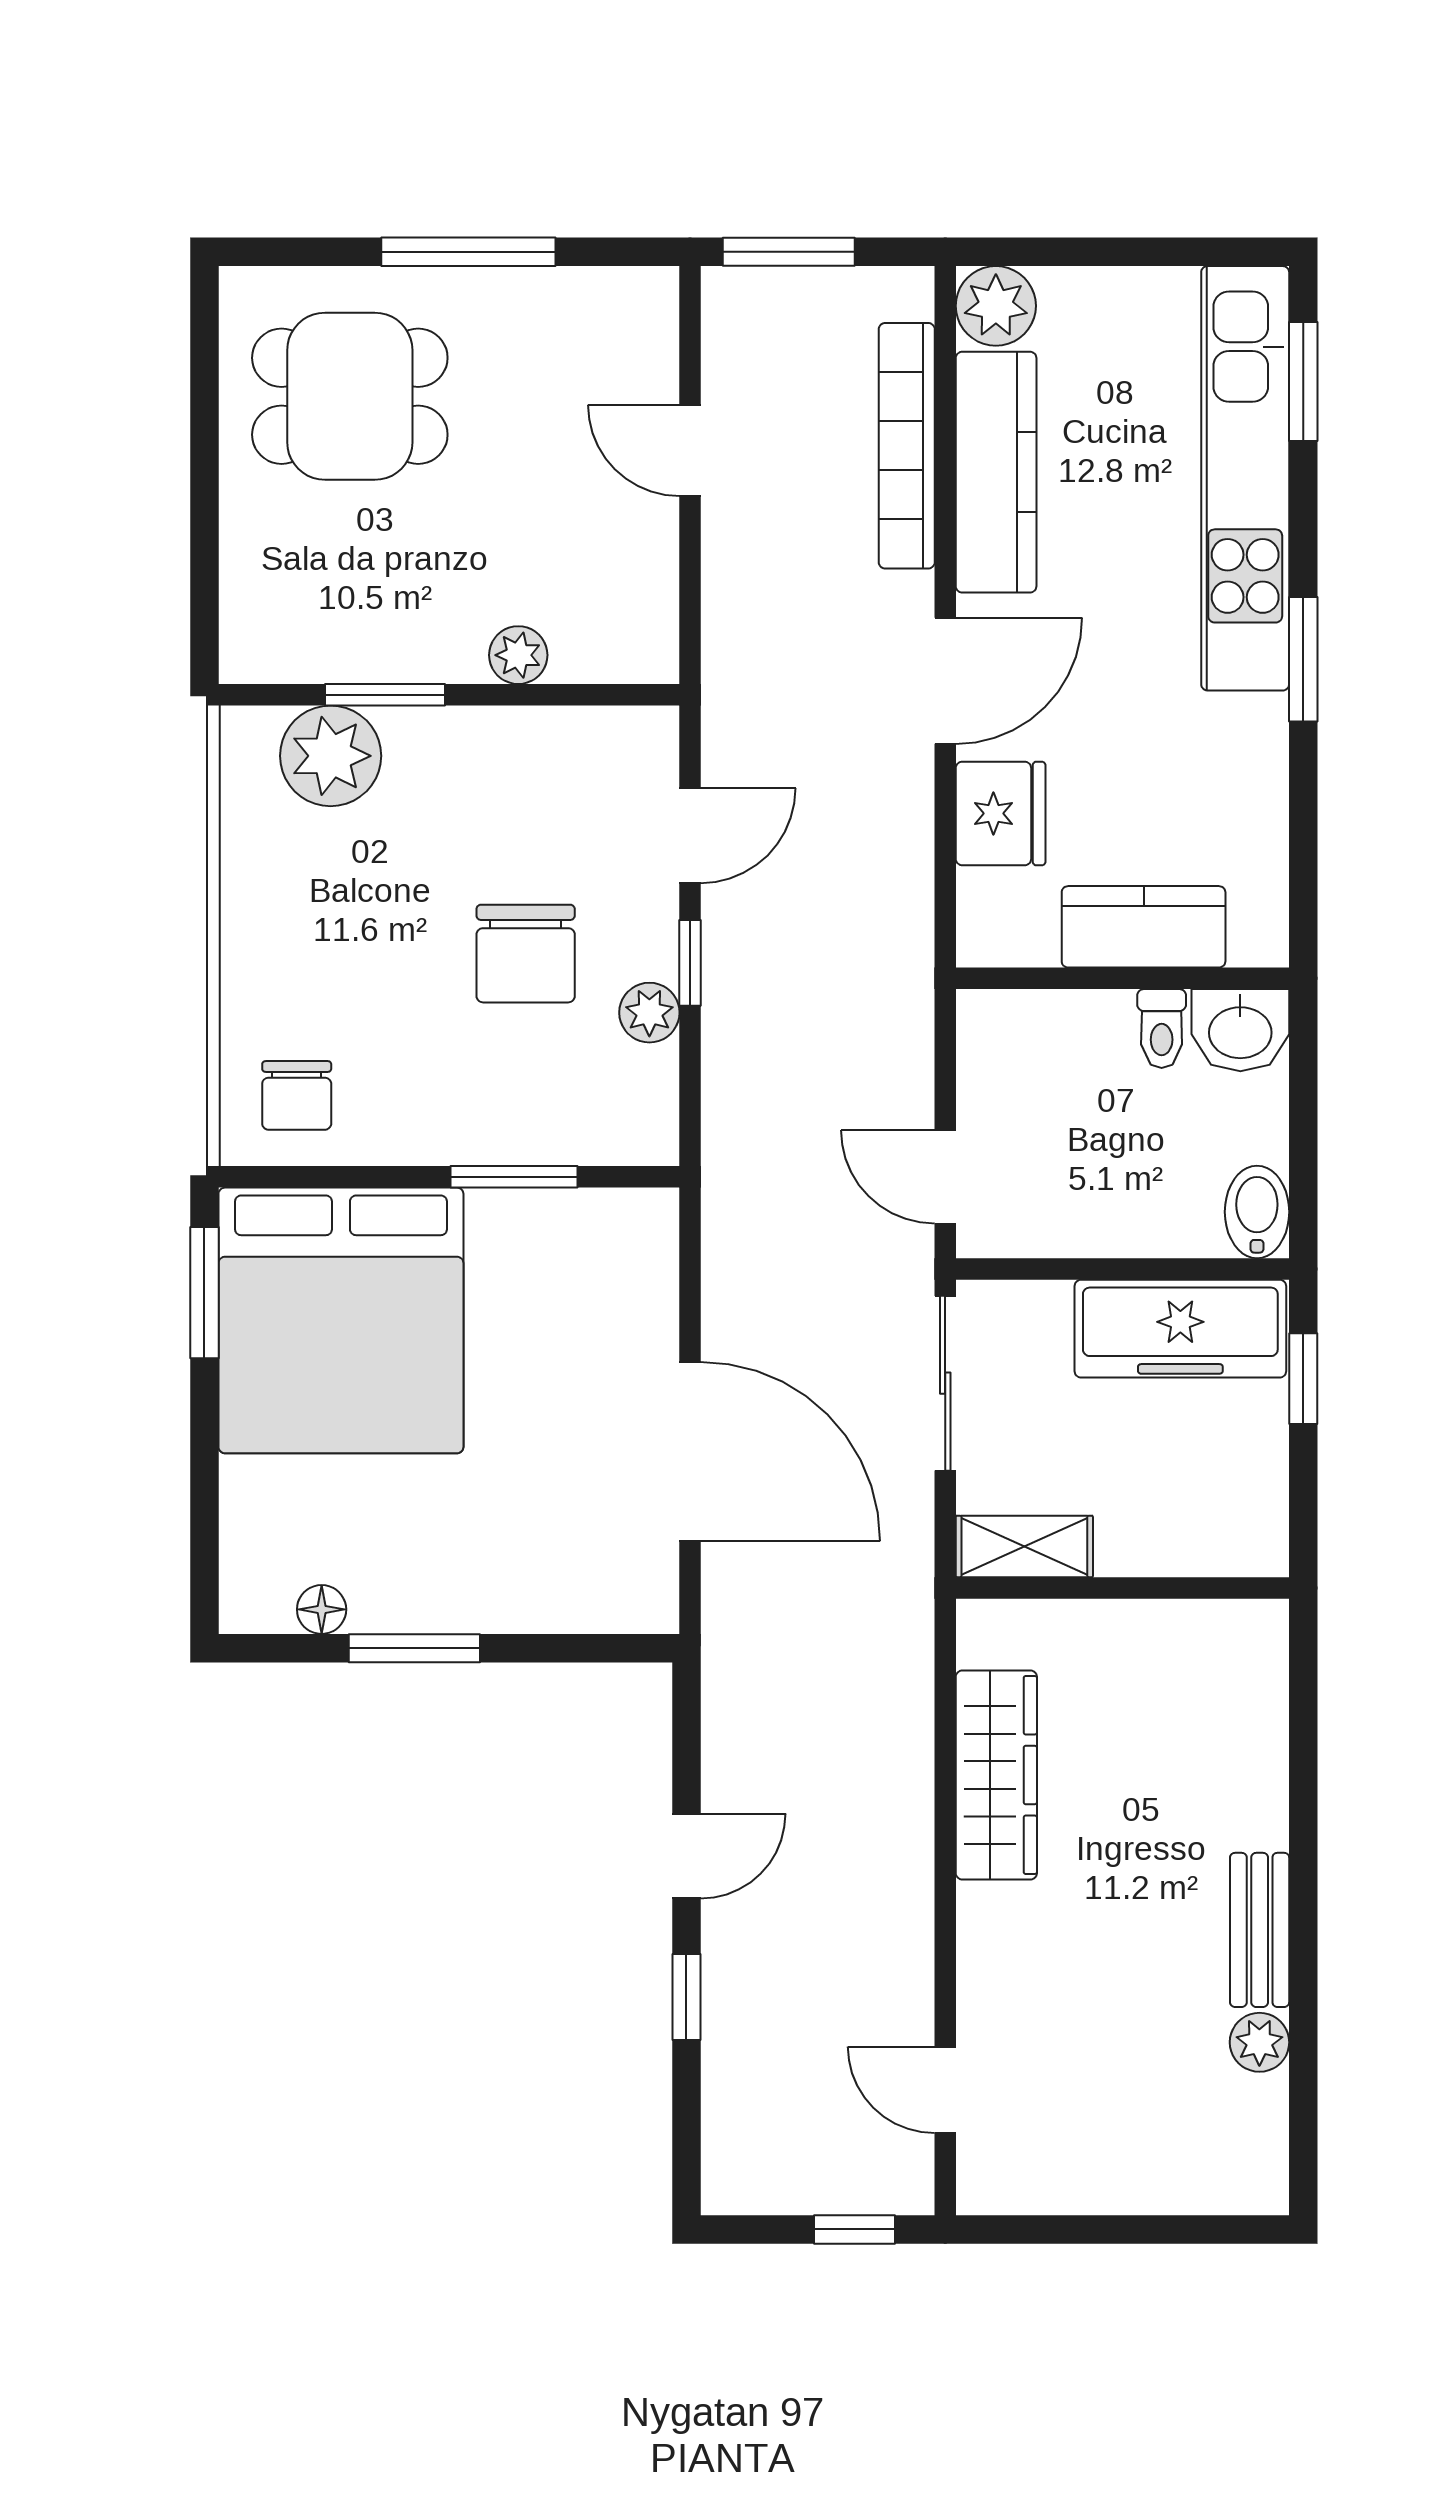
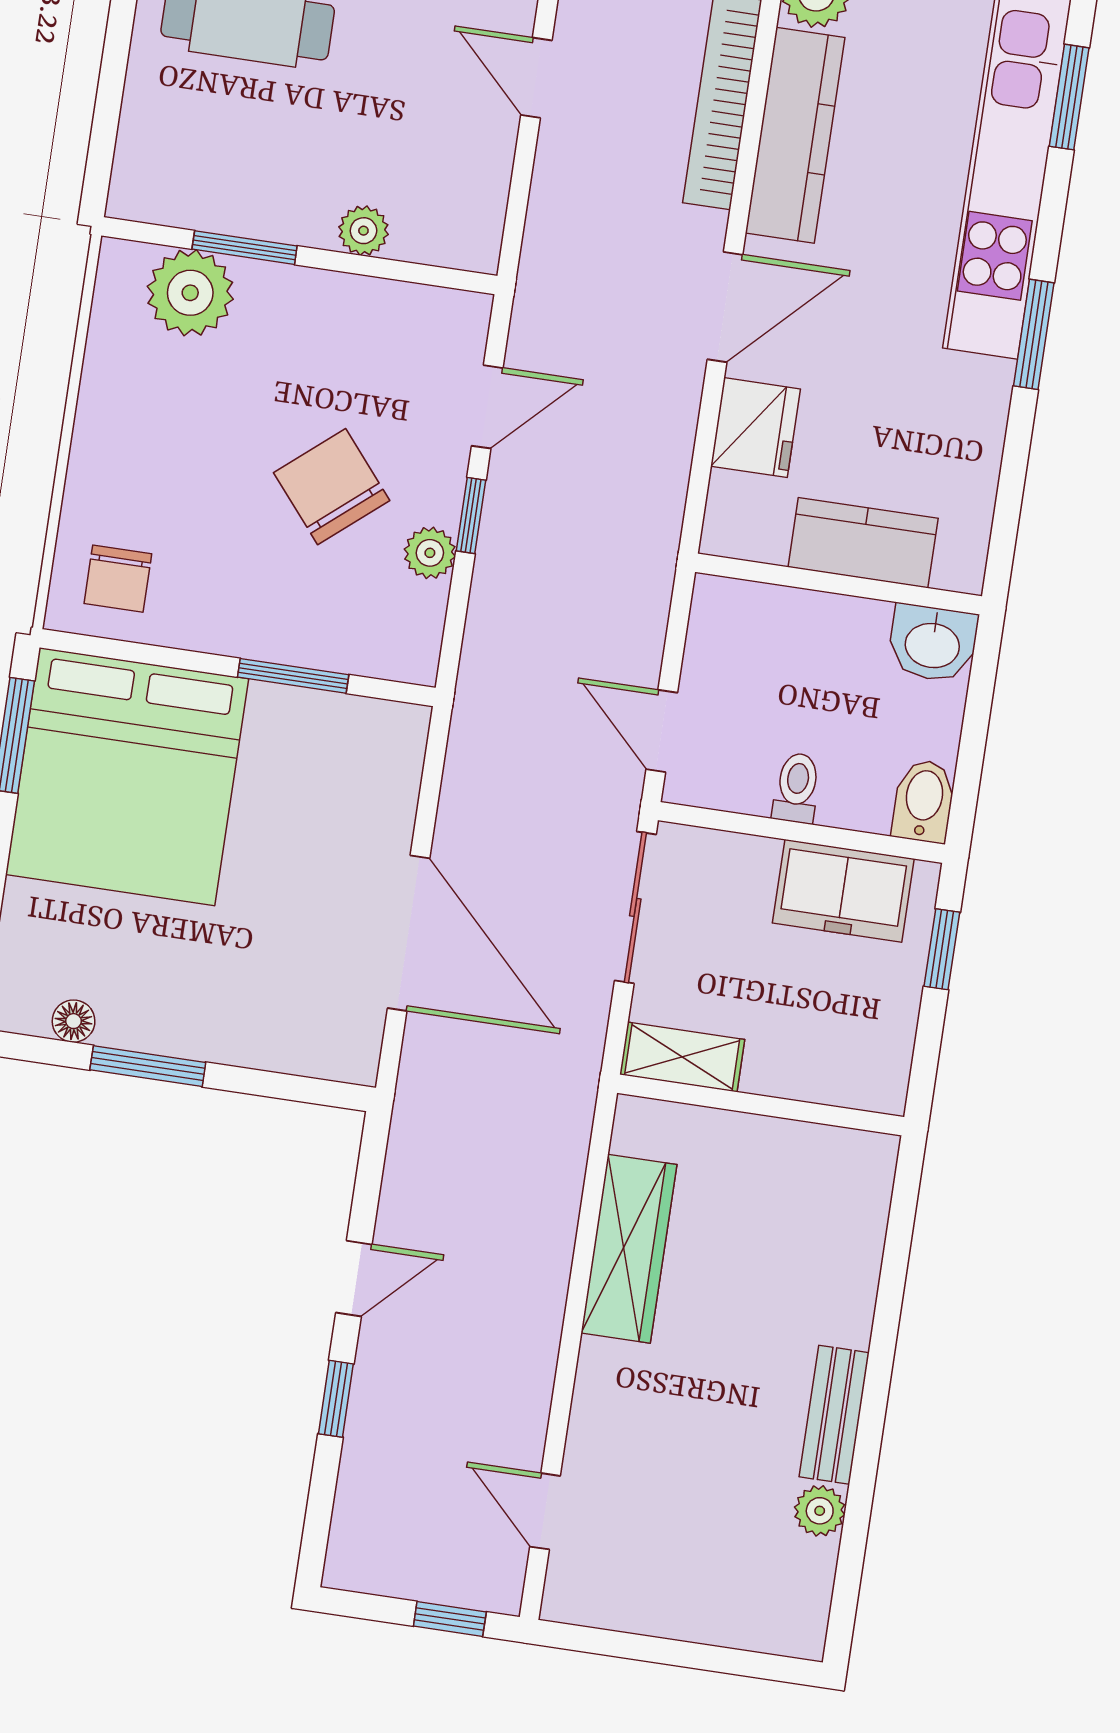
chair: (526, 954) -> (332, 487), turned 140
toilet: (1162, 1028) -> (797, 788), moved, turned 180
freezer: (1180, 1329) -> (843, 891), width x0.71

